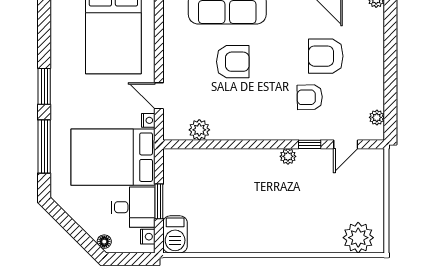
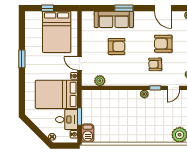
window: (44, 147) -> (22, 89), removed

